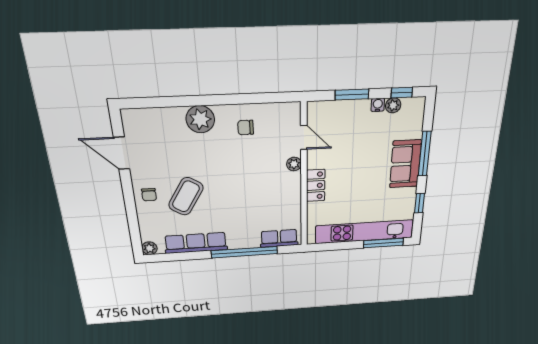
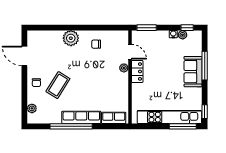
window: (352, 95) -> (147, 28), moved
locker: (316, 185) -> (137, 71), moved
window: (419, 203) -> (205, 112), moved
row of seats: (196, 243) -> (81, 117), moved
plant: (149, 248) -> (32, 108), moved
window: (244, 252) -> (71, 126), moved

